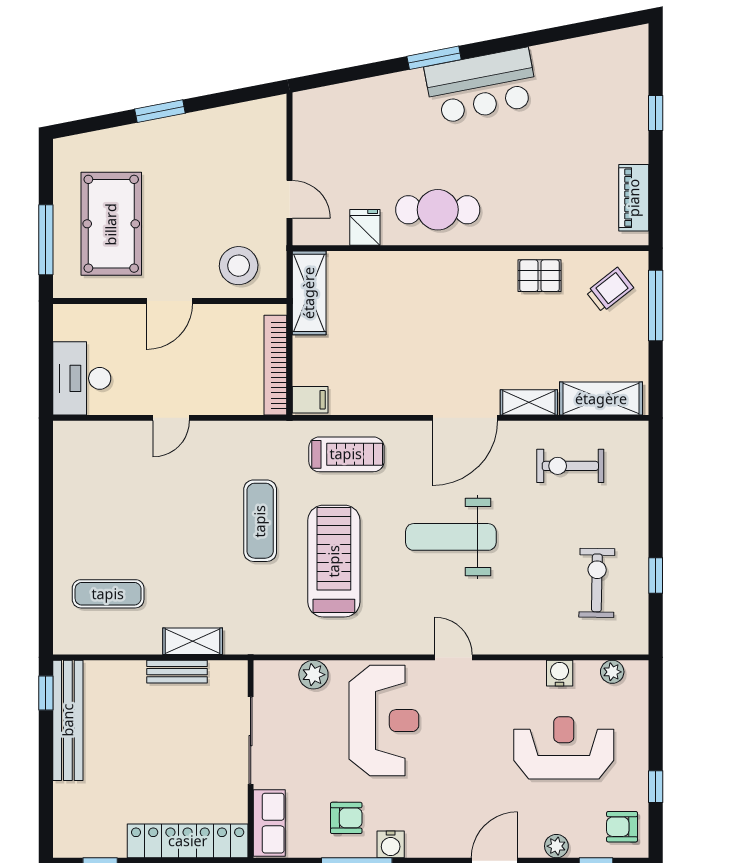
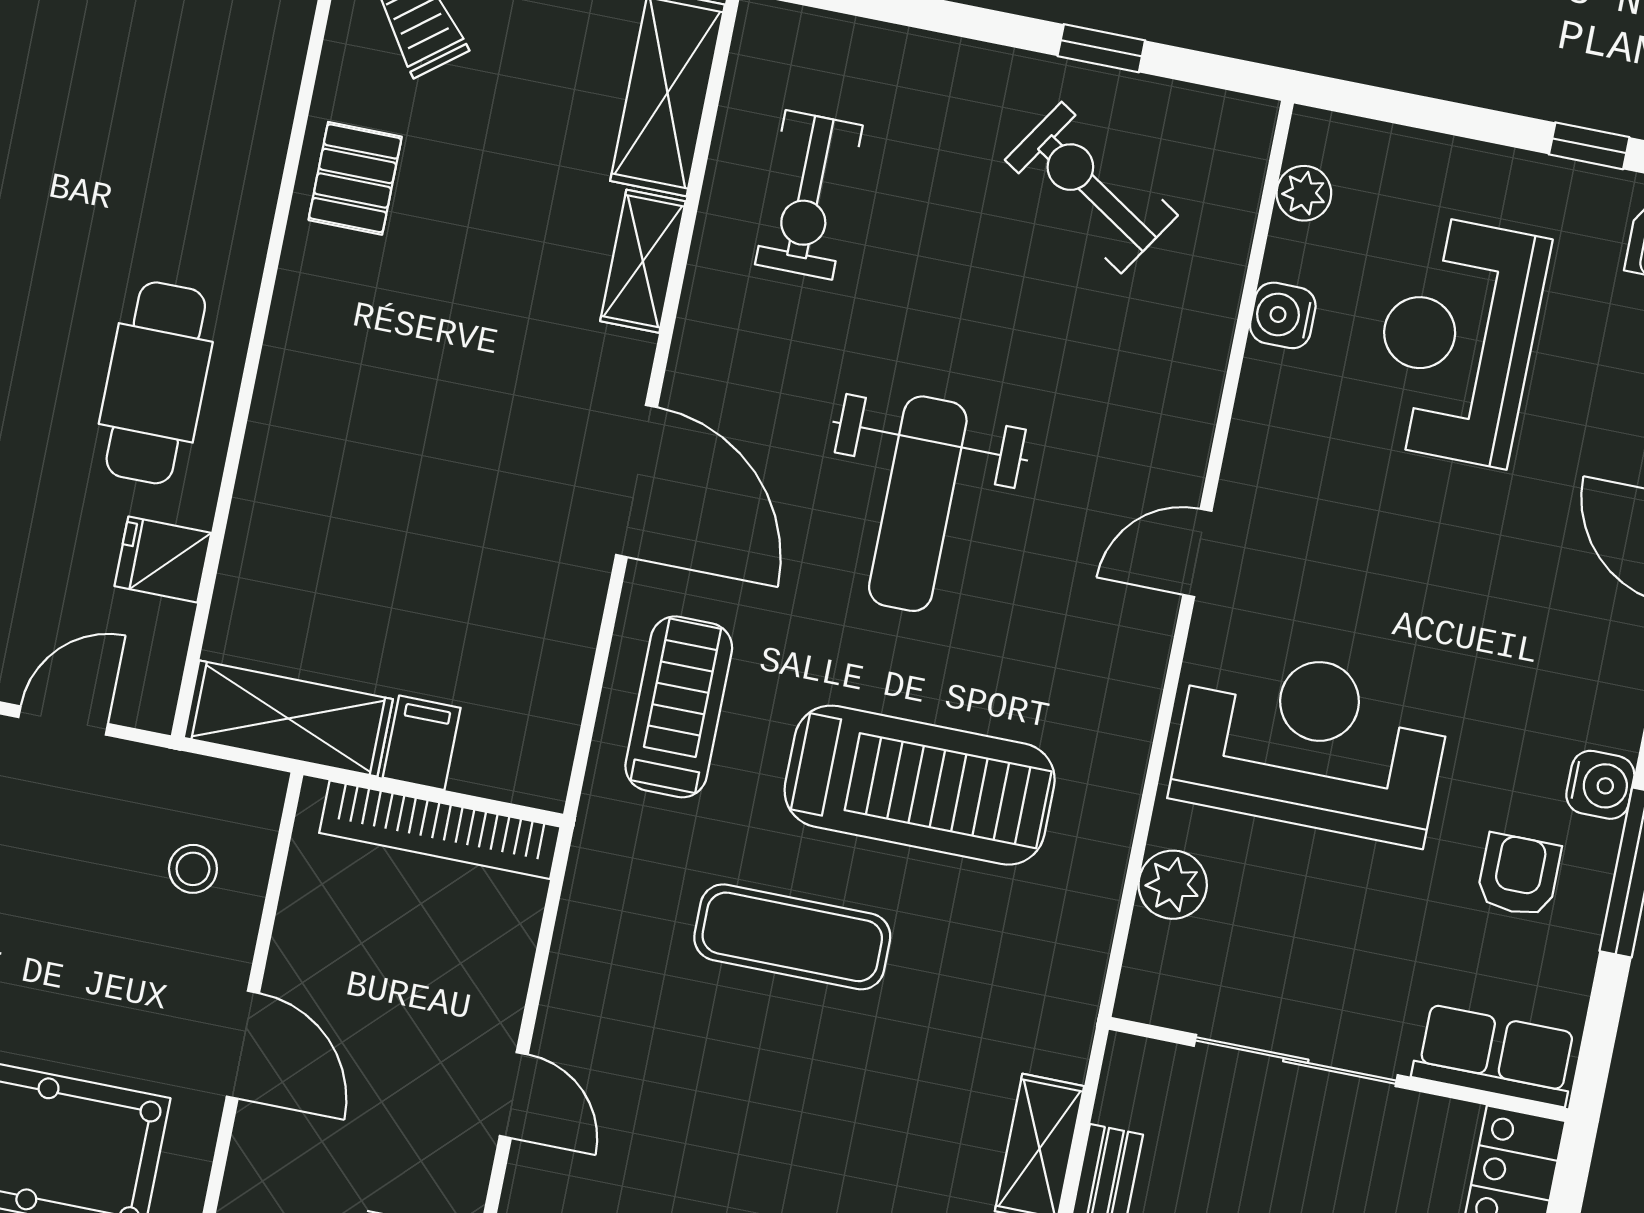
stool: (239, 266) -> (193, 869), width x0.53, depth x0.53
filing cabinet: (310, 400) -> (422, 743), moved
door: (465, 418) -> (636, 481), moved
treadmill: (334, 561) -> (920, 785), turned 180
exercise bike: (597, 583) -> (1091, 188), turned 32

